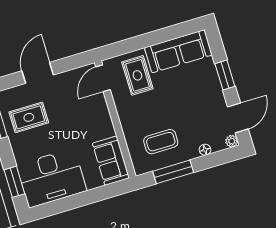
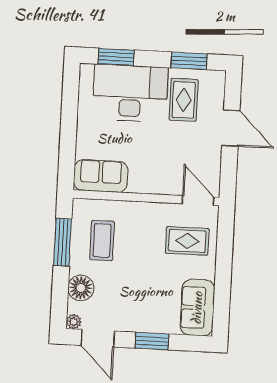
sofa: (178, 51) -> (197, 308), width x0.73
floor lamp: (205, 150) -> (81, 288), width x1.89, depth x1.89
desk: (52, 178) -> (130, 93), moved, turned 90

